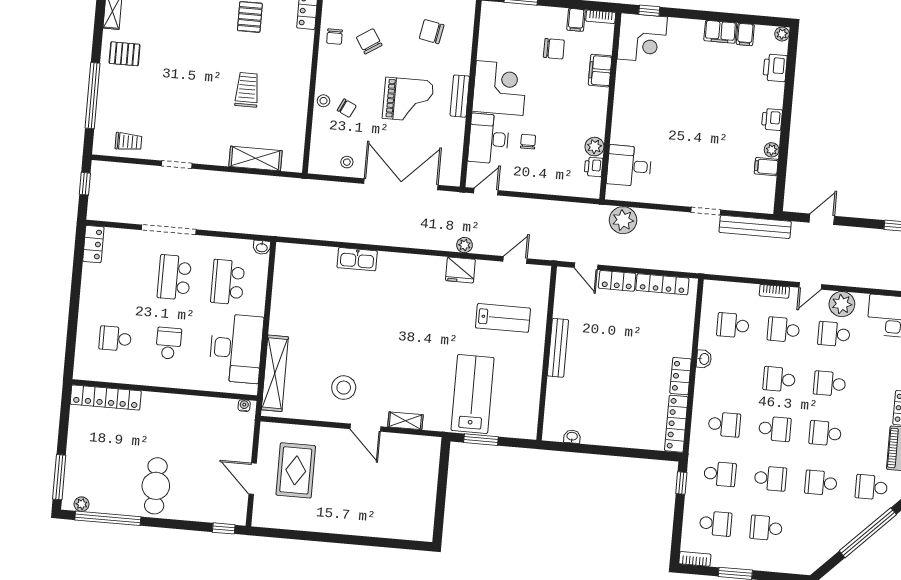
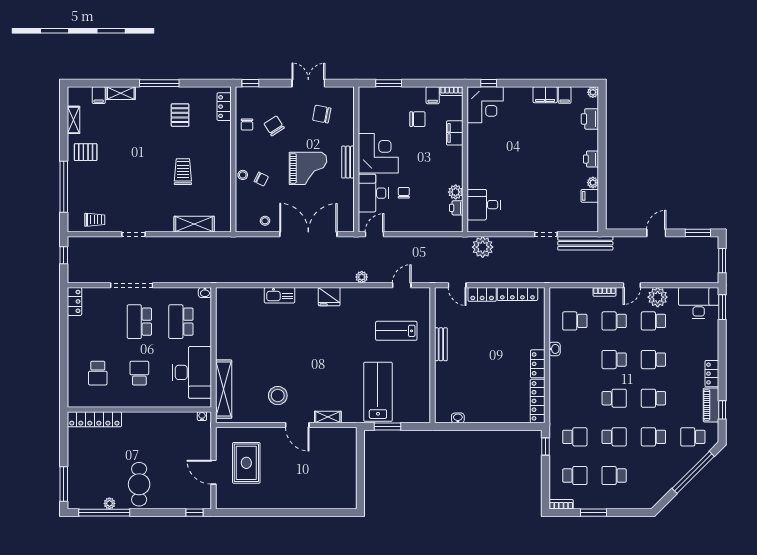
door: (822, 219) -> (656, 233), moved
fridge: (460, 270) -> (329, 297), moved
lab bench: (503, 318) -> (396, 331), turned 180
school desk: (115, 339) -> (98, 373), turned -90
bench: (558, 348) -> (441, 344), width x0.73
school desk: (724, 424) -> (575, 398), removed
plant: (82, 504) -> (109, 503), moved

